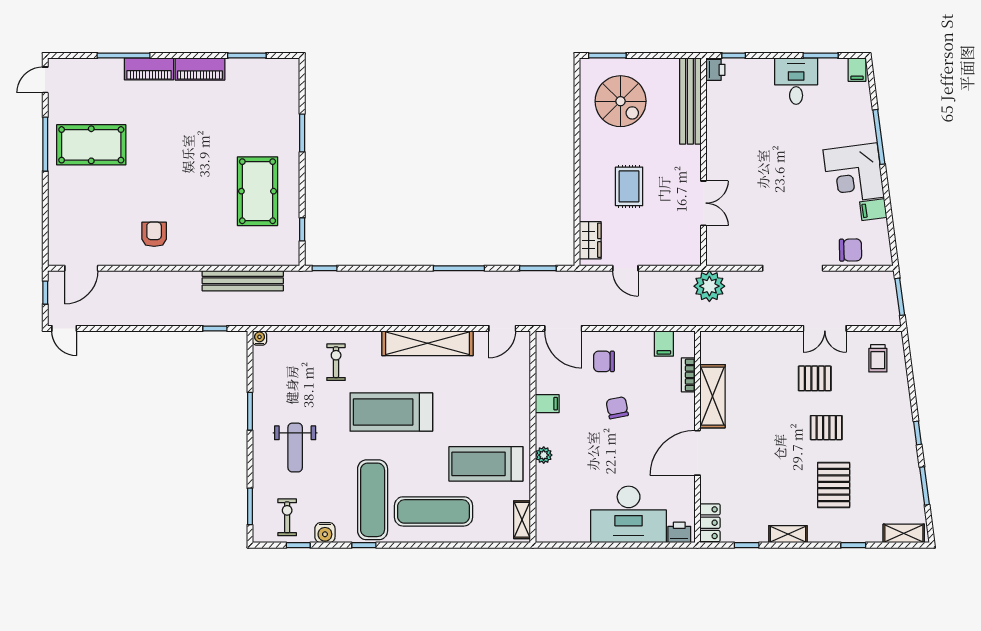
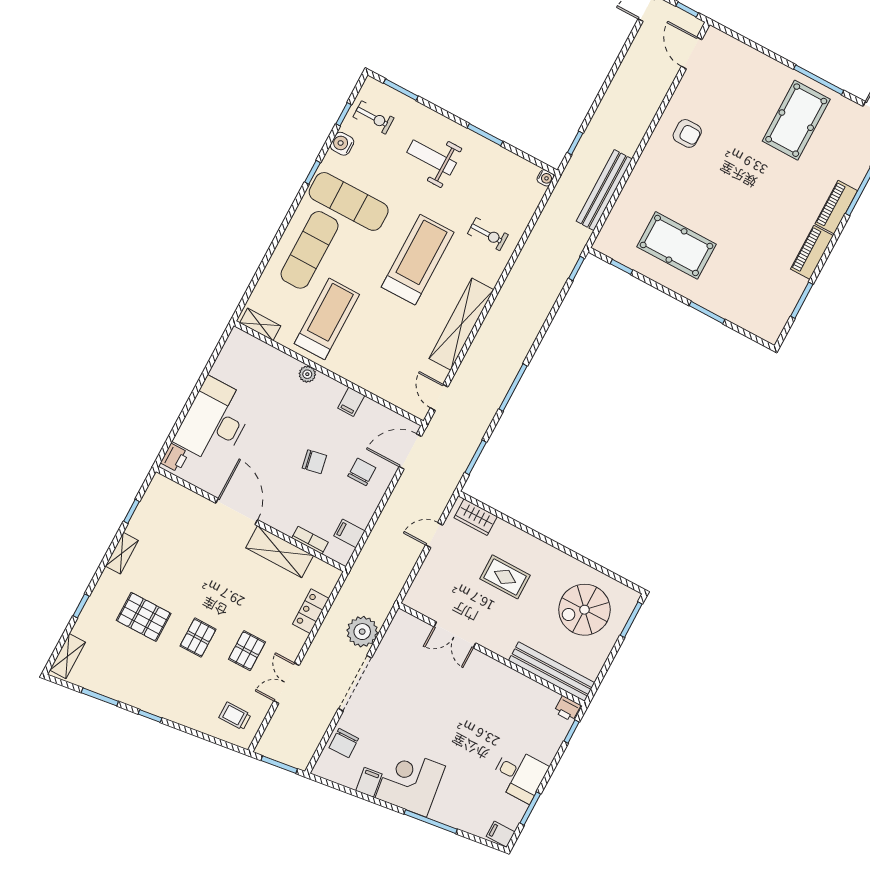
plant: (709, 286) -> (362, 632), moved
locker: (710, 523) -> (311, 611), moved, turned 90

